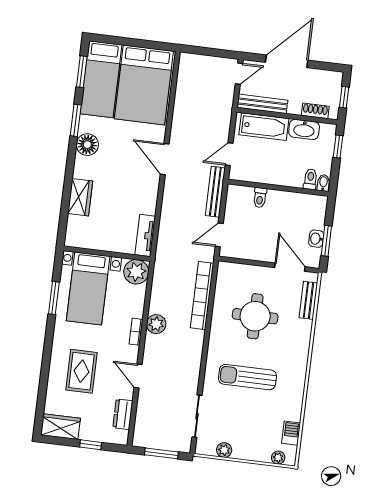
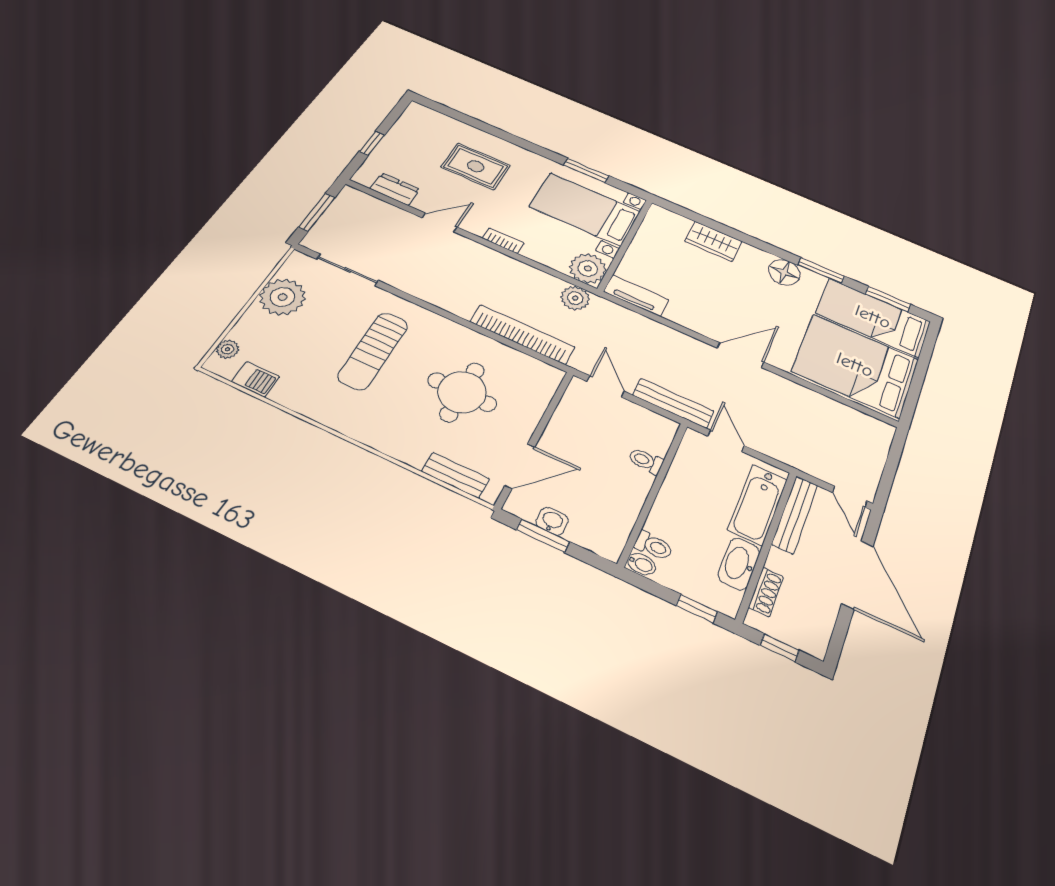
plant: (156, 324) -> (575, 298), moved
sun lounger: (247, 377) -> (373, 351), turned 180
wardrobe: (60, 427) -> (413, 122), removed
plant: (224, 450) -> (283, 297), width x1.88, depth x1.88

